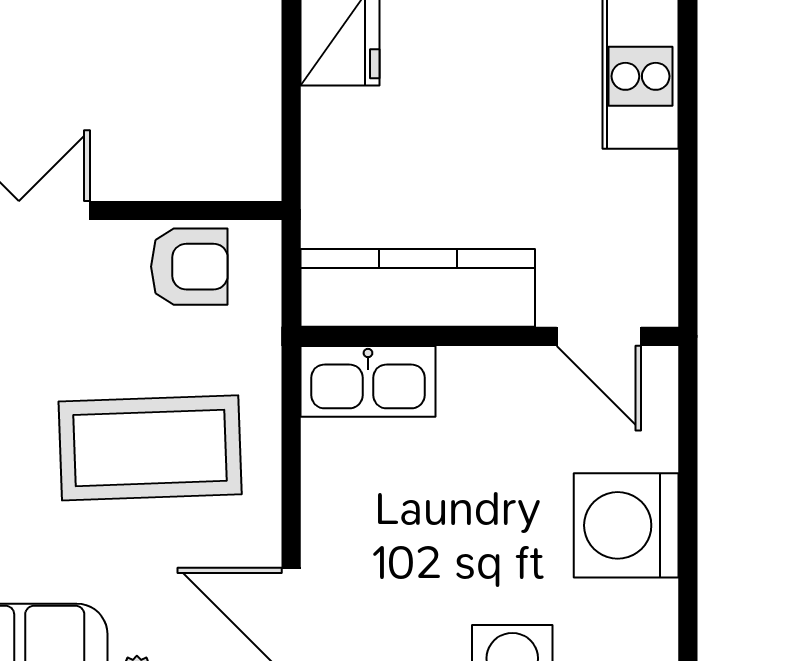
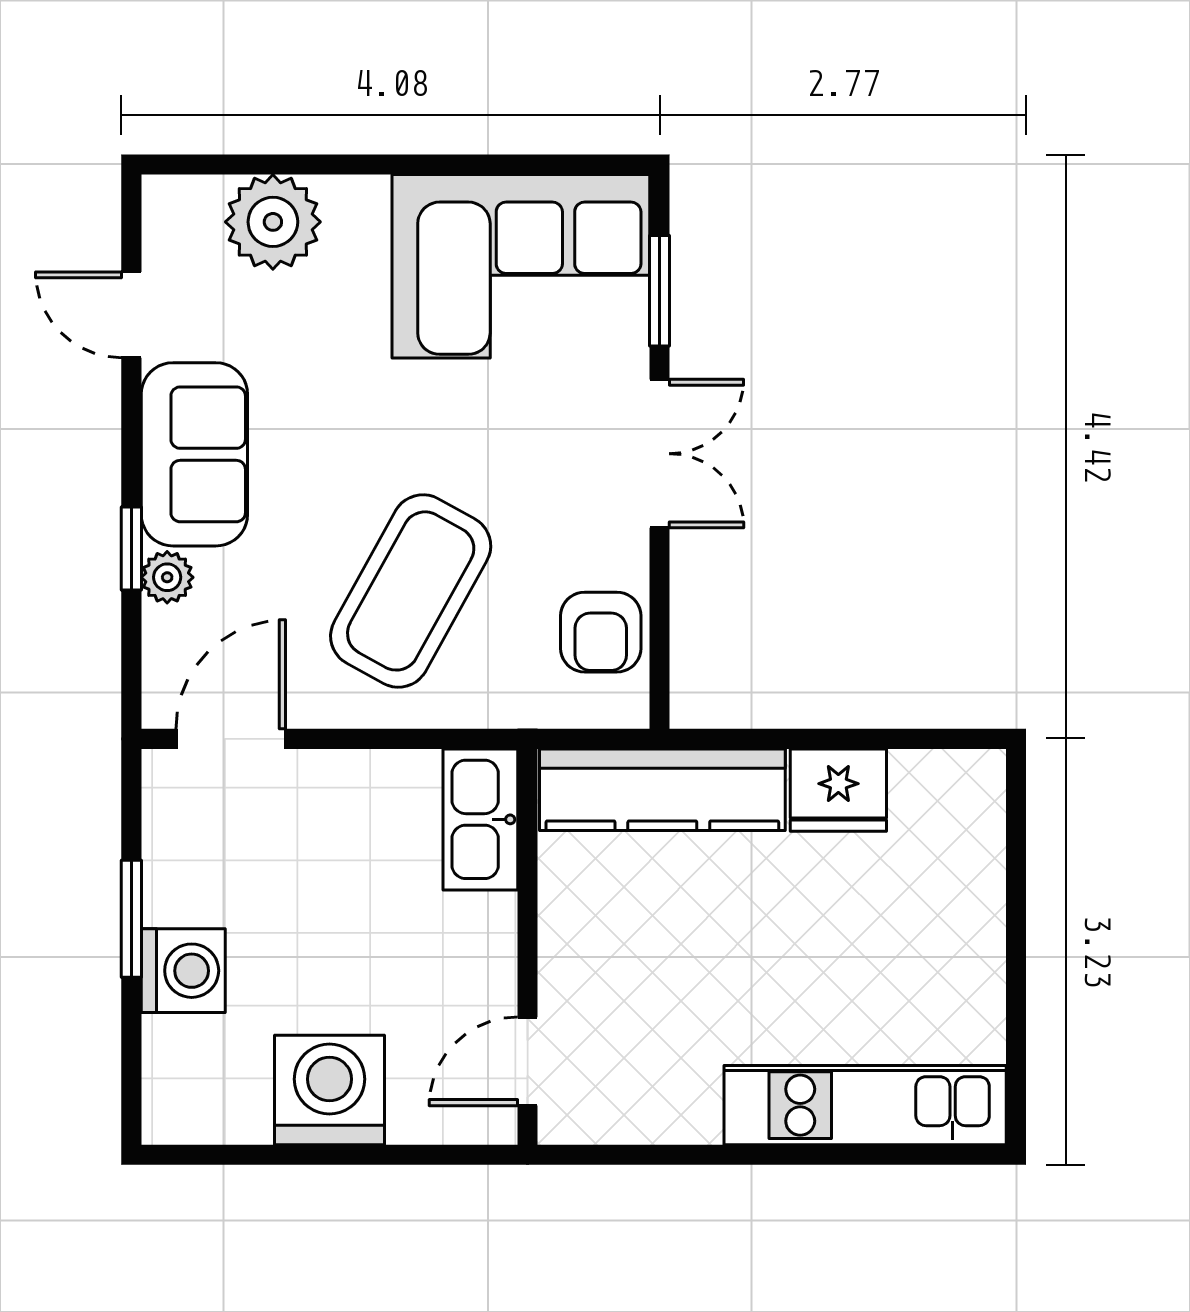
kitchen counter: (418, 288) -> (662, 790), moved, turned 90
coffee table: (150, 448) -> (411, 591), turned 31

